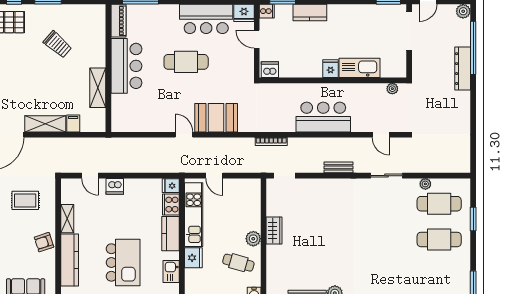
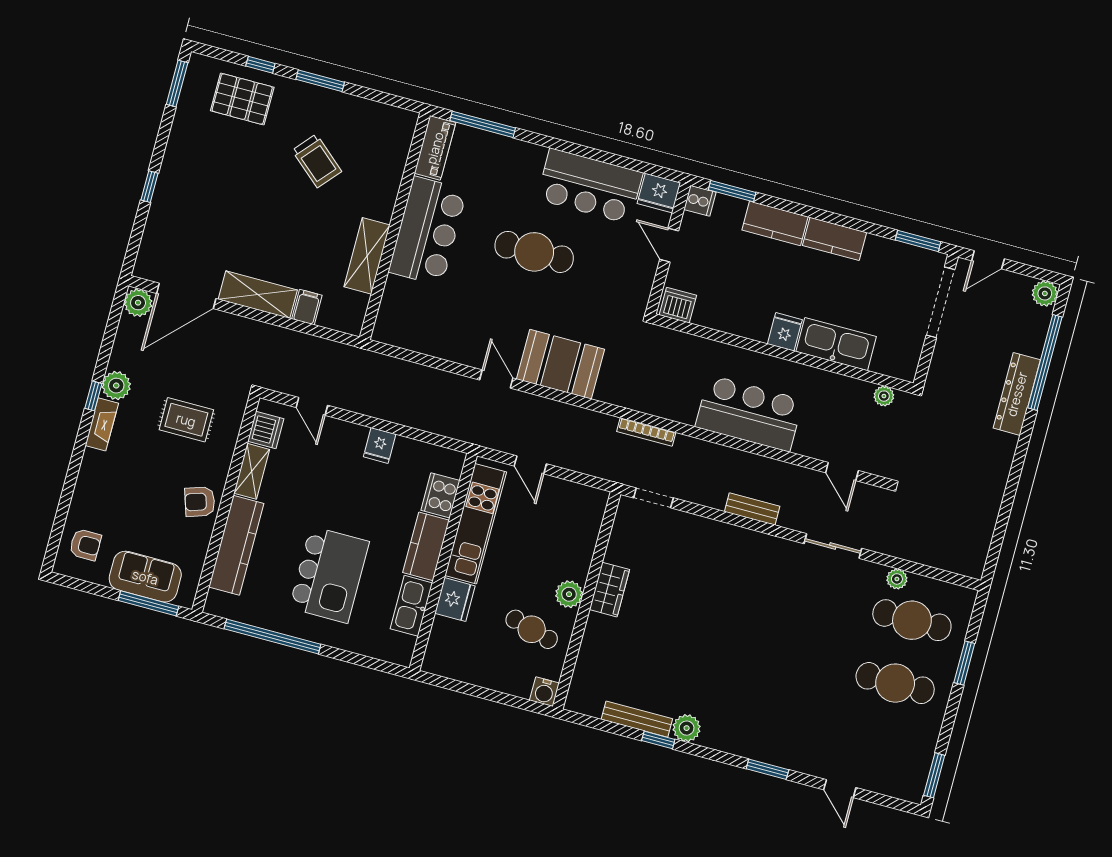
kitchen counter: (344, 12) -> (835, 239), added
dishwasher: (115, 186) -> (266, 430), moved, turned -90
fridge: (171, 186) -> (380, 445), moved, turned -90
kitchen sink: (171, 271) -> (411, 606), width x1.38

